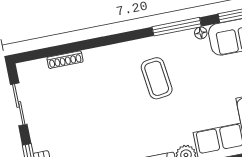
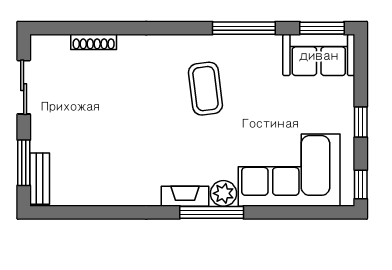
floor lamp: (201, 33) -> (273, 42), removed

